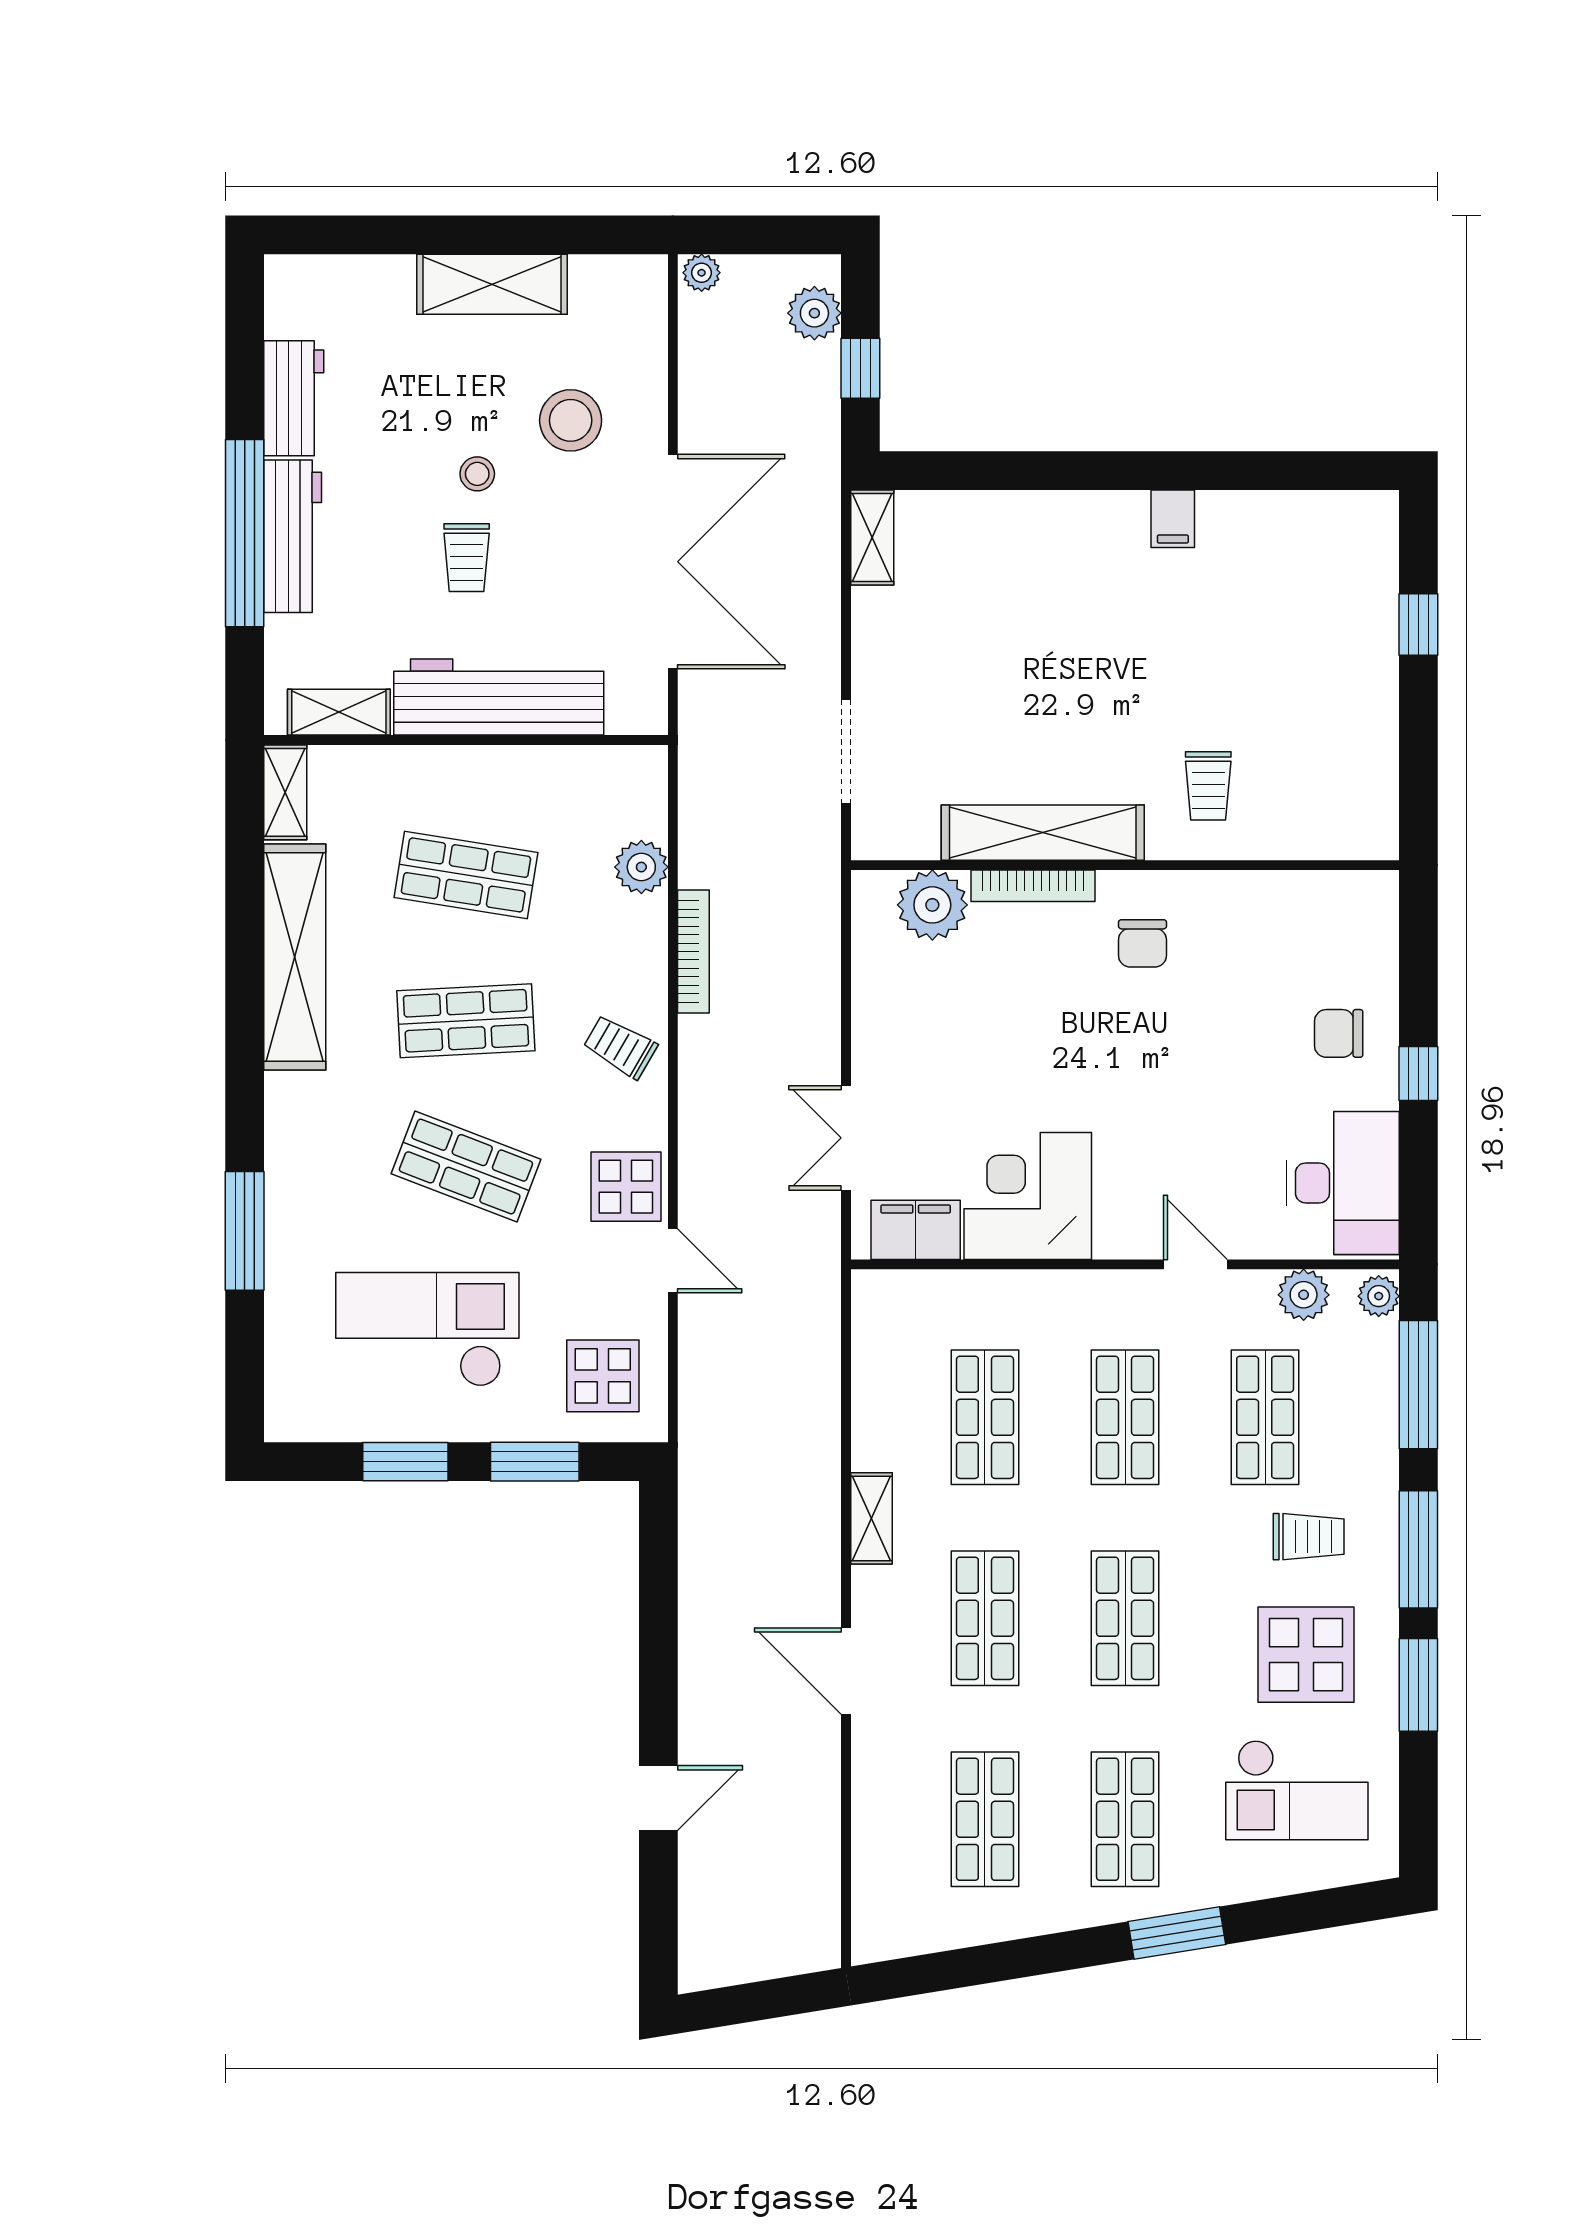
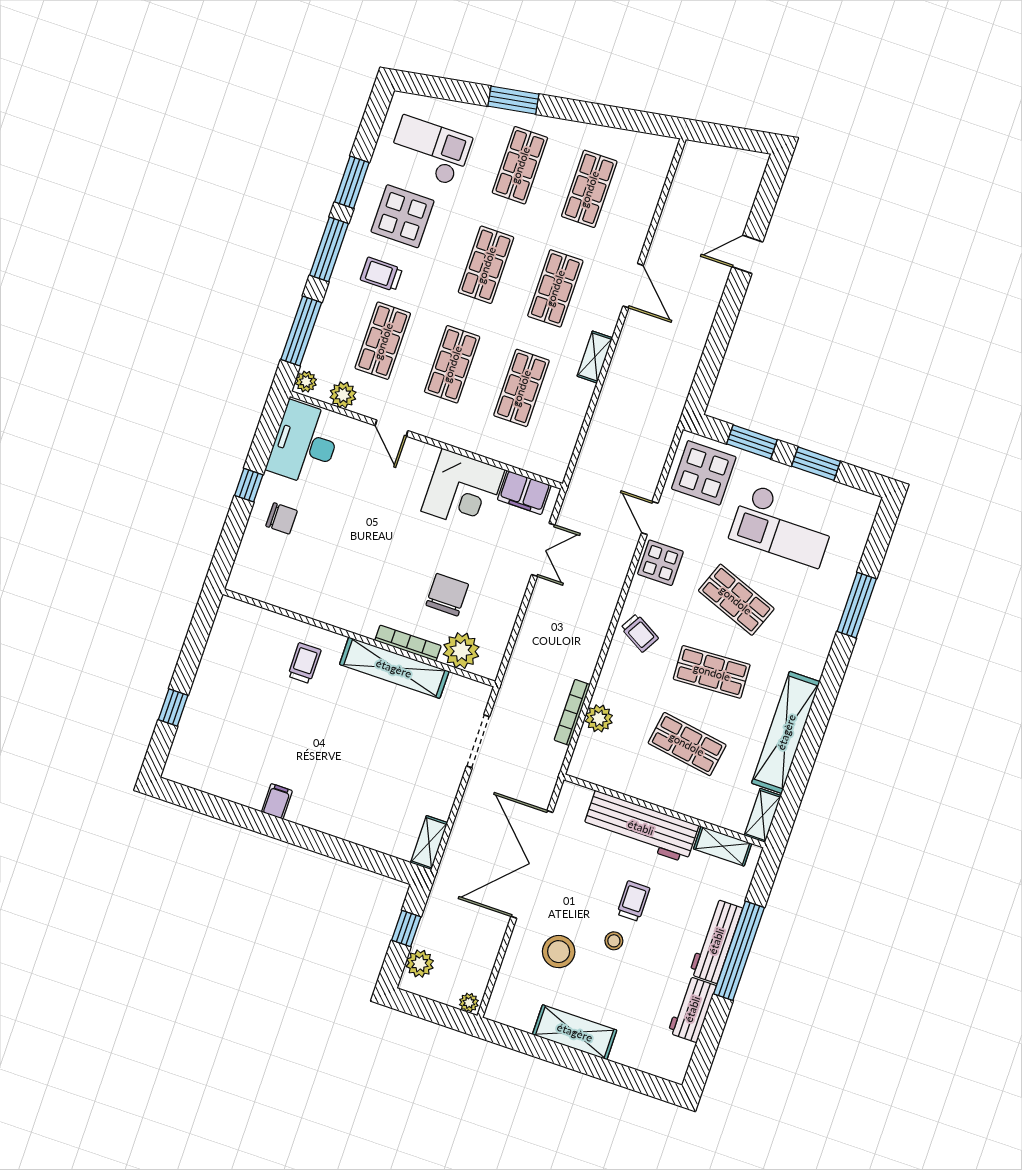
chair: (1142, 943) -> (447, 595), moved, width x1.37, depth x1.37
bookcase: (693, 952) -> (572, 712), moved
display table: (603, 1376) -> (704, 473), width x1.36, depth x1.36

